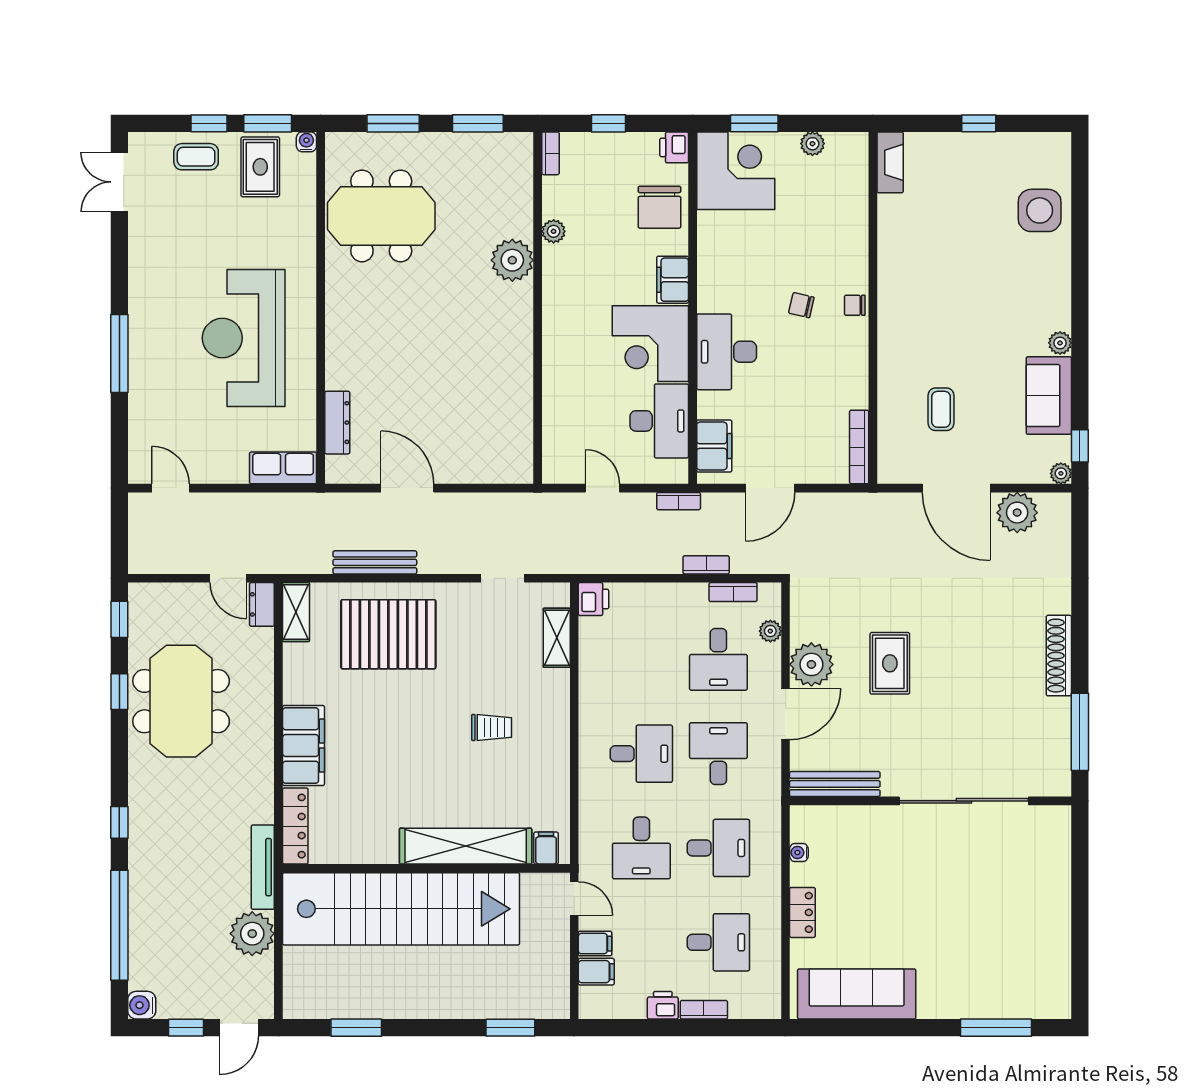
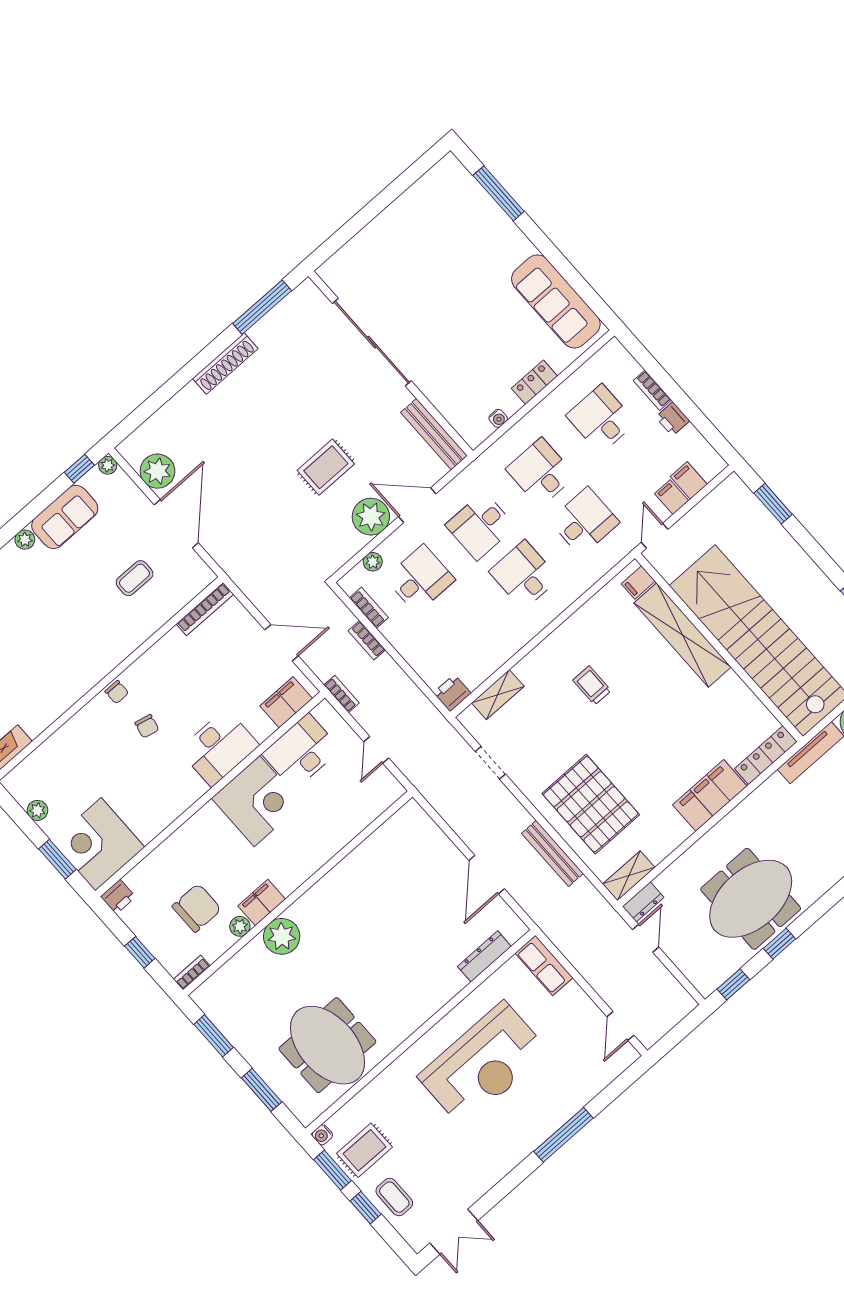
chair: (659, 207) -> (197, 908), moved
filing cabinet: (673, 280) -> (262, 903), moved, turned 180

